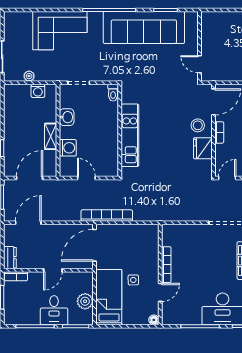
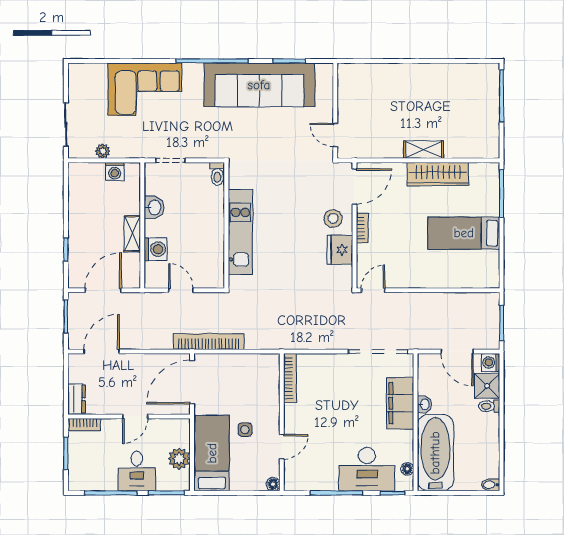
bookcase: (166, 265) -> (290, 378), moved

